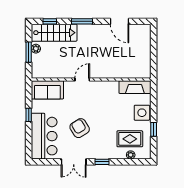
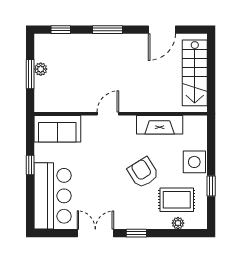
door: (120, 21) -> (162, 30), hinge flipped
stairs: (54, 33) -> (195, 73), moved, turned 90
fireplace: (135, 87) -> (160, 125), moved
armchair: (80, 128) -> (143, 173), moved
double door: (74, 162) -> (95, 233), swing flipped

